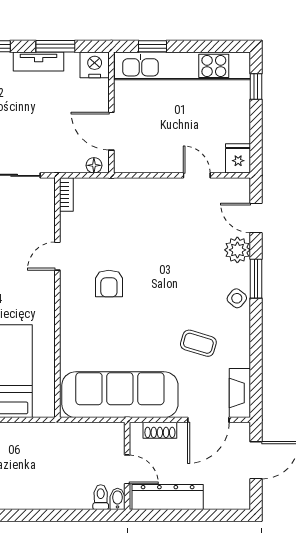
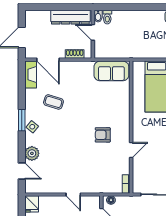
door: (197, 175) -> (73, 195), moved
window: (256, 279) -> (22, 120), moved
armchair: (109, 284) -> (103, 135), turned -90
sofa: (120, 395) -> (111, 71), width x0.54, depth x0.79
door: (208, 420) -> (48, 60), swing flipped

